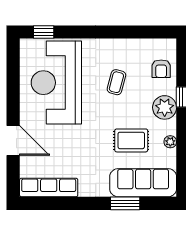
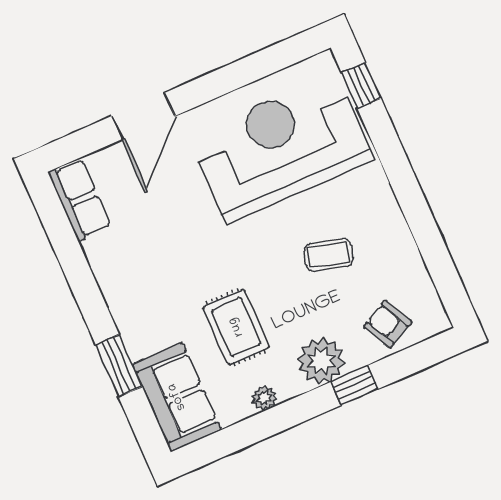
armchair: (161, 69) -> (388, 324), turned 63
sofa: (143, 183) -> (177, 397), width x0.73
row of seats: (49, 188) -> (80, 200), width x0.68

